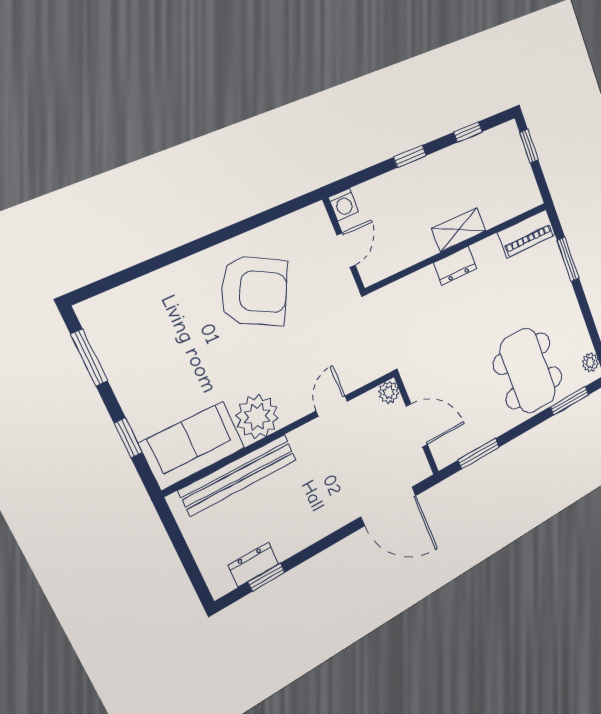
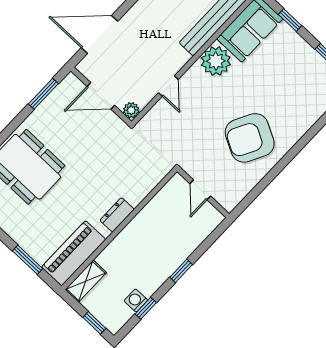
washing machine: (344, 204) -> (136, 300), moved
shelving: (459, 230) -> (86, 281), moved
piano: (527, 234) -> (74, 253), width x1.37, depth x1.33

